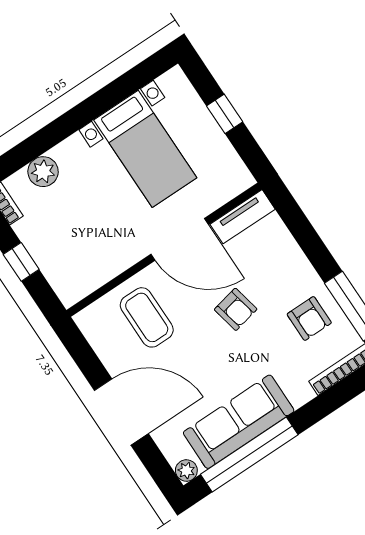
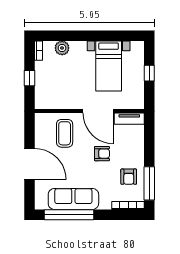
armchair: (236, 309) -> (102, 154), turned -78
plant: (186, 470) -> (40, 204), removed

